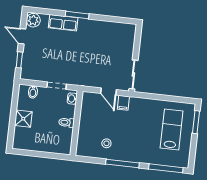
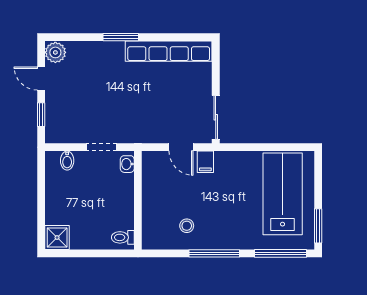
row of seats: (63, 23) -> (169, 51), moved, width x2.02
shower: (23, 119) -> (57, 238), moved
toilet: (66, 122) -> (123, 237), moved
window: (196, 122) -> (318, 226), moved
lab bench: (172, 129) -> (283, 194), width x1.36, depth x1.39

